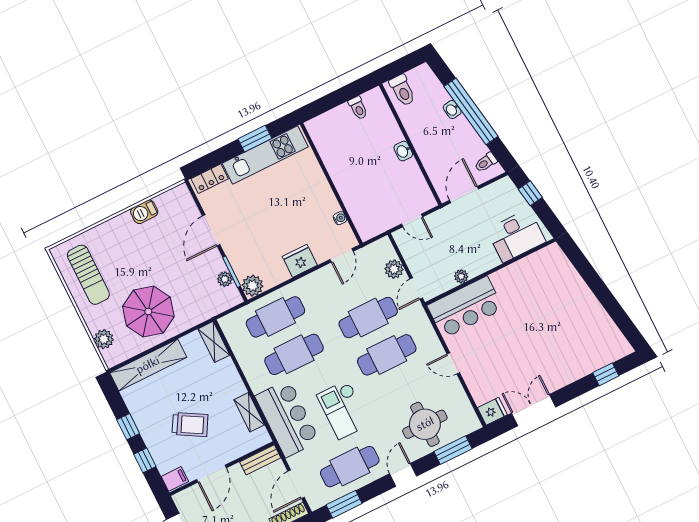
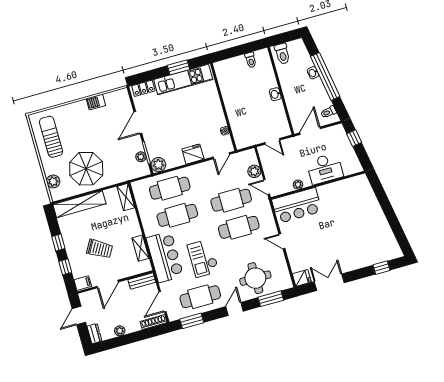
desk: (516, 236) -> (325, 169), moved
sun lounger: (88, 275) -> (51, 137), turned 180
door: (416, 289) -> (267, 187), hinge flipped

